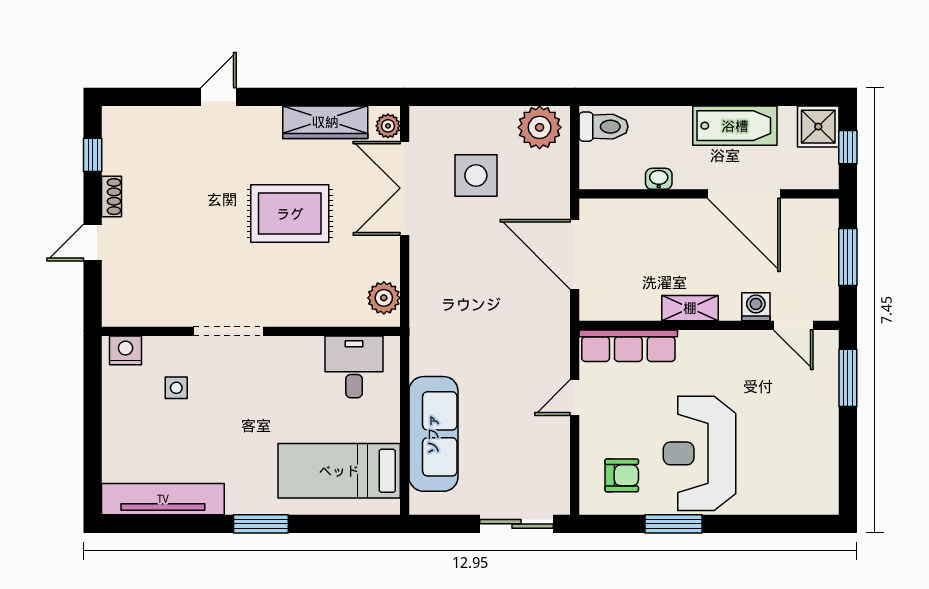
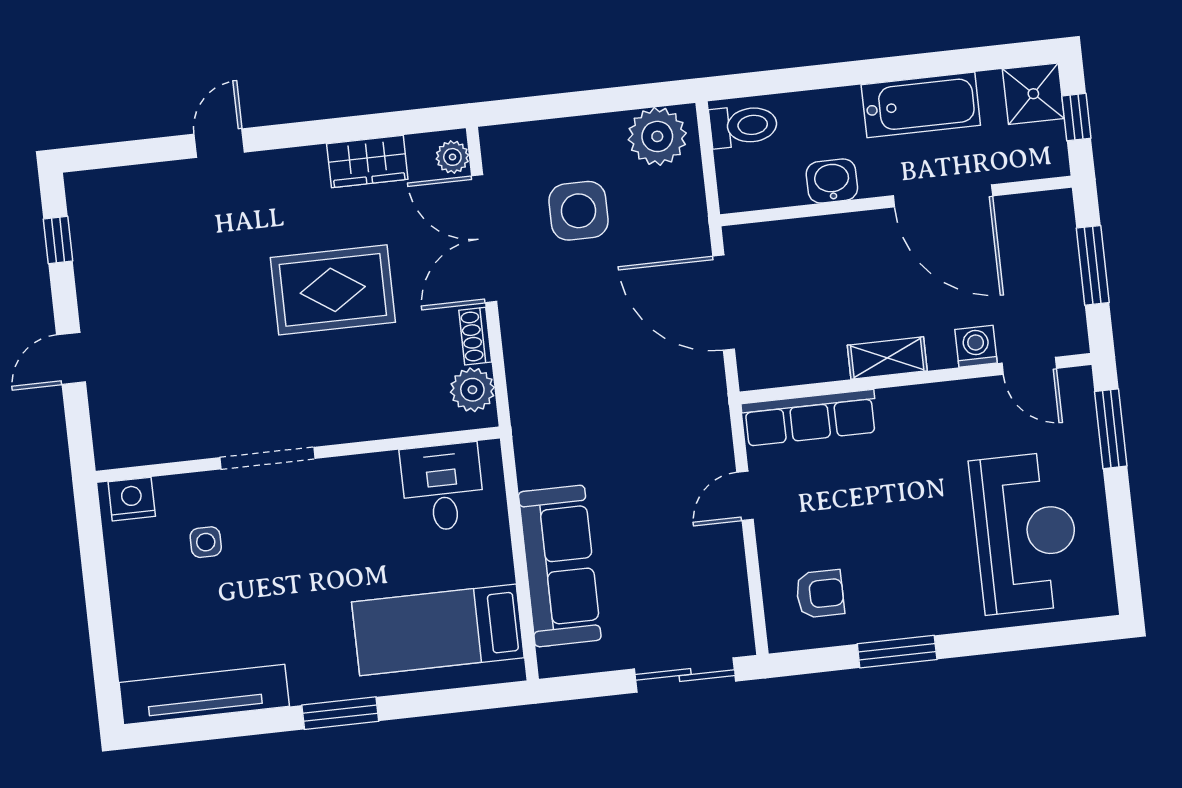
wardrobe: (325, 122) -> (367, 161), width x0.67
washbasin: (659, 179) -> (832, 181), width x1.38, depth x1.45
shoe rack: (111, 197) -> (475, 336), moved, turned 180
reception desk: (700, 453) -> (1025, 533), moved, turned 180

